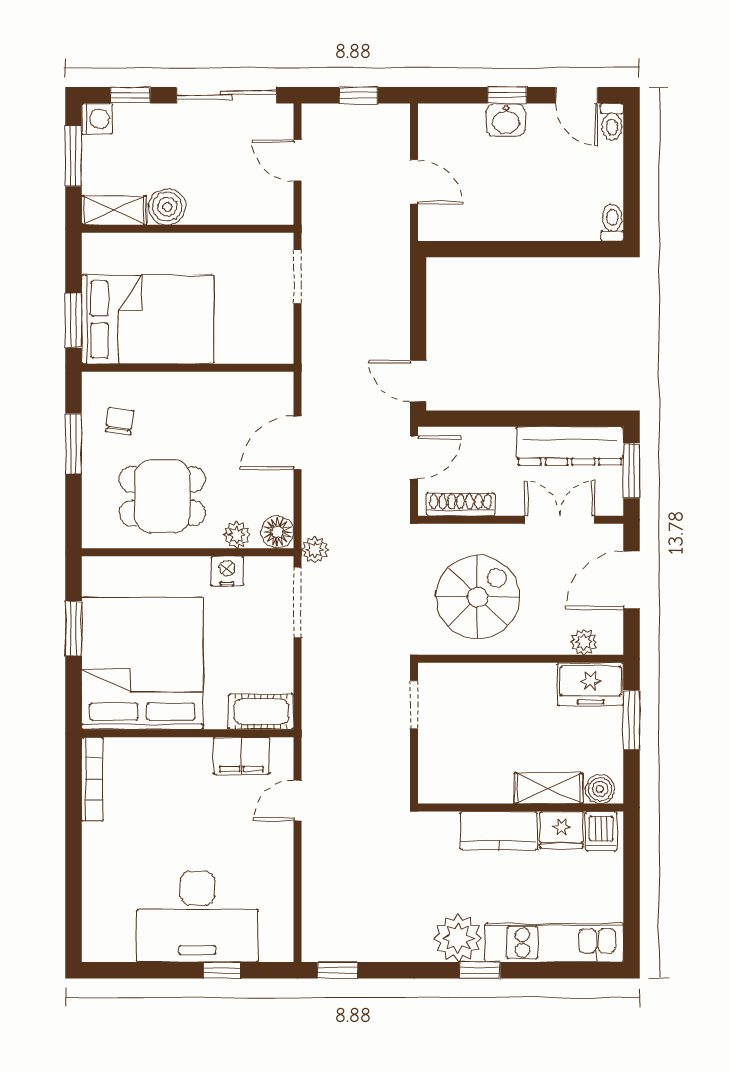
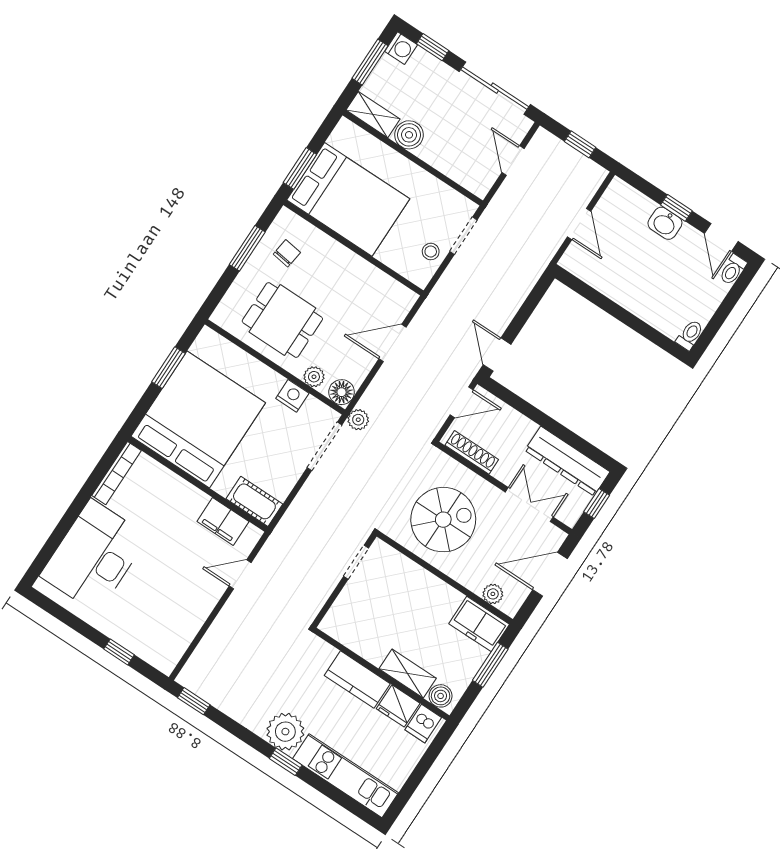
stool: (274, 317) -> (431, 252), added
window: (632, 471) -> (597, 504), width x0.67
desk: (197, 916) -> (94, 556), moved, turned 90

